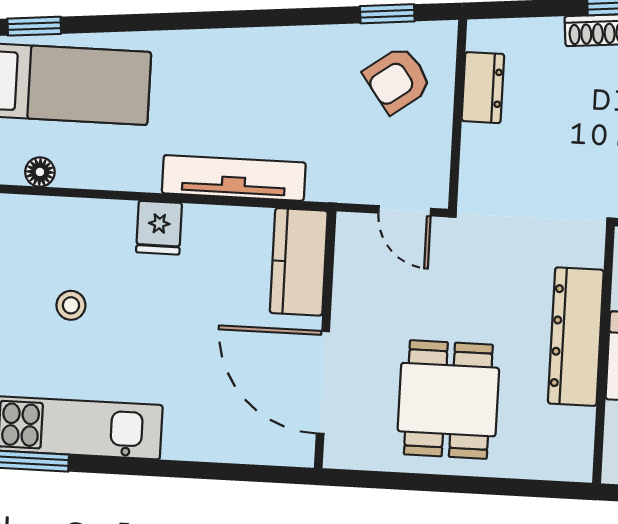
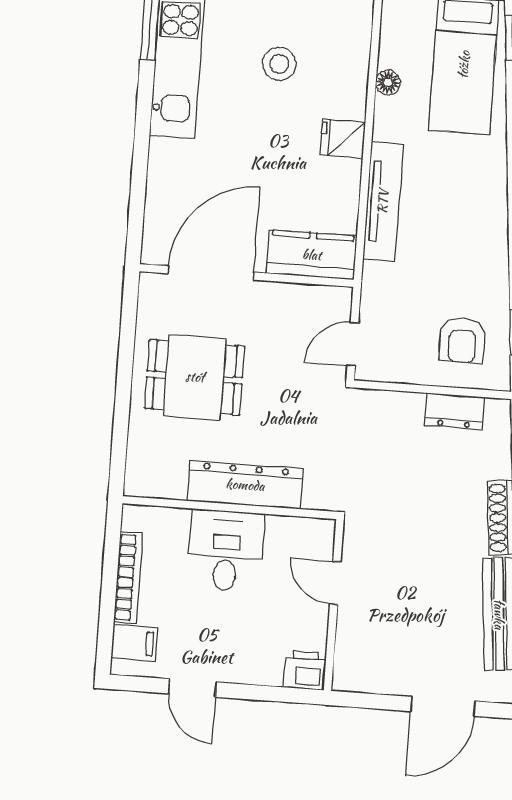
armchair: (397, 80) -> (462, 340), turned -144
floor lamp: (40, 172) -> (388, 82), moved
stool: (71, 305) -> (279, 64), width x1.37, depth x1.37

